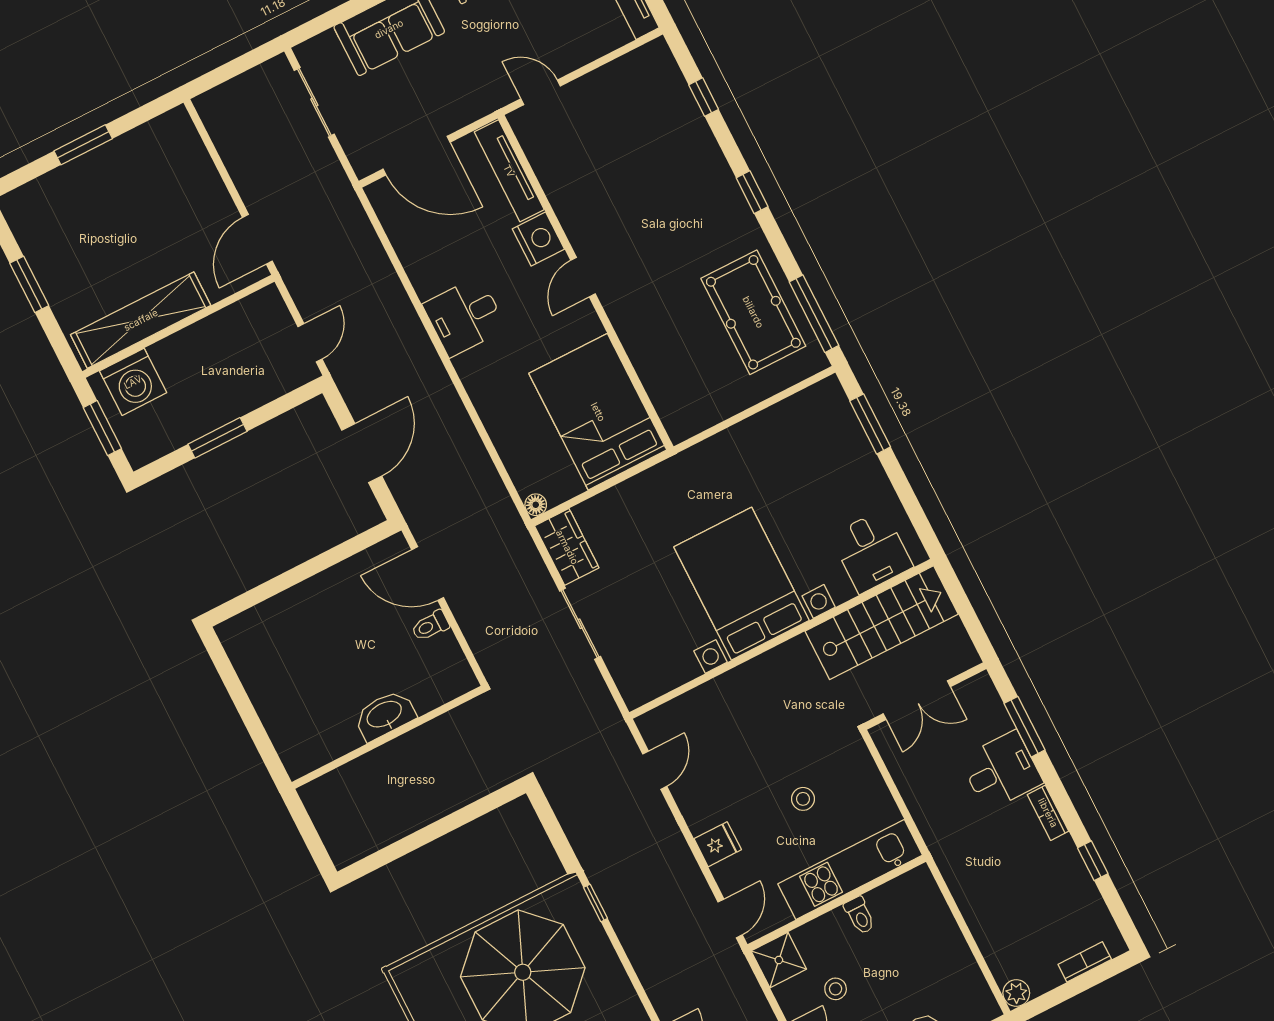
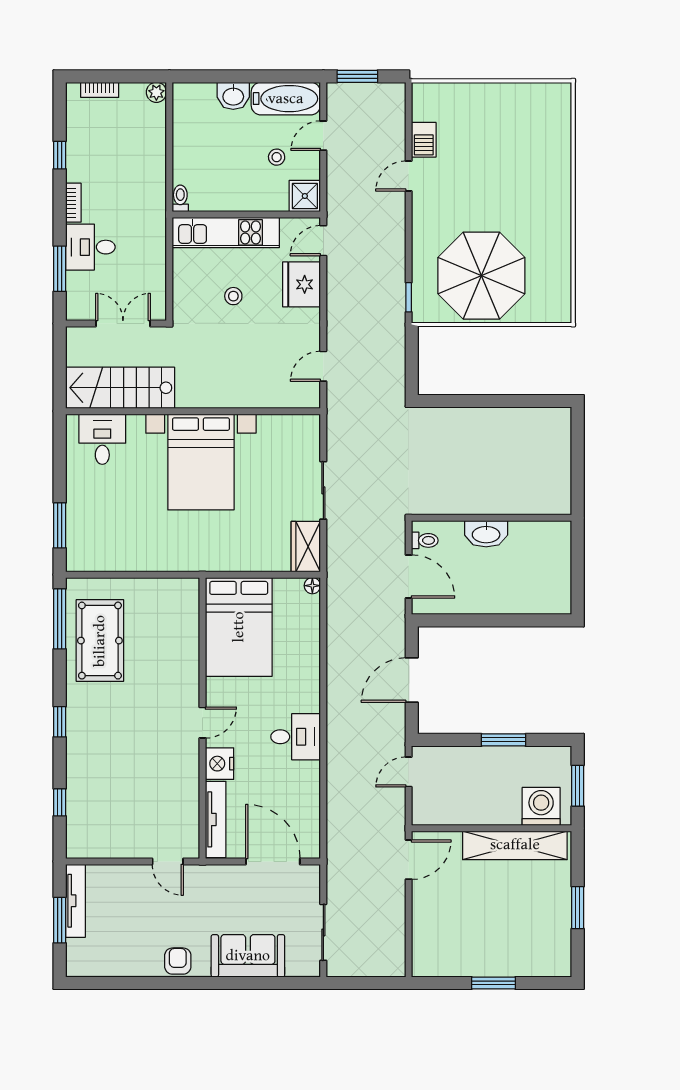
washbasin: (385, 715) -> (486, 534), moved
wall: (388, 737) -> (492, 518), moved
fridge: (718, 844) -> (302, 284), width x1.88, depth x1.34
toilet: (860, 915) -> (180, 198), moved

